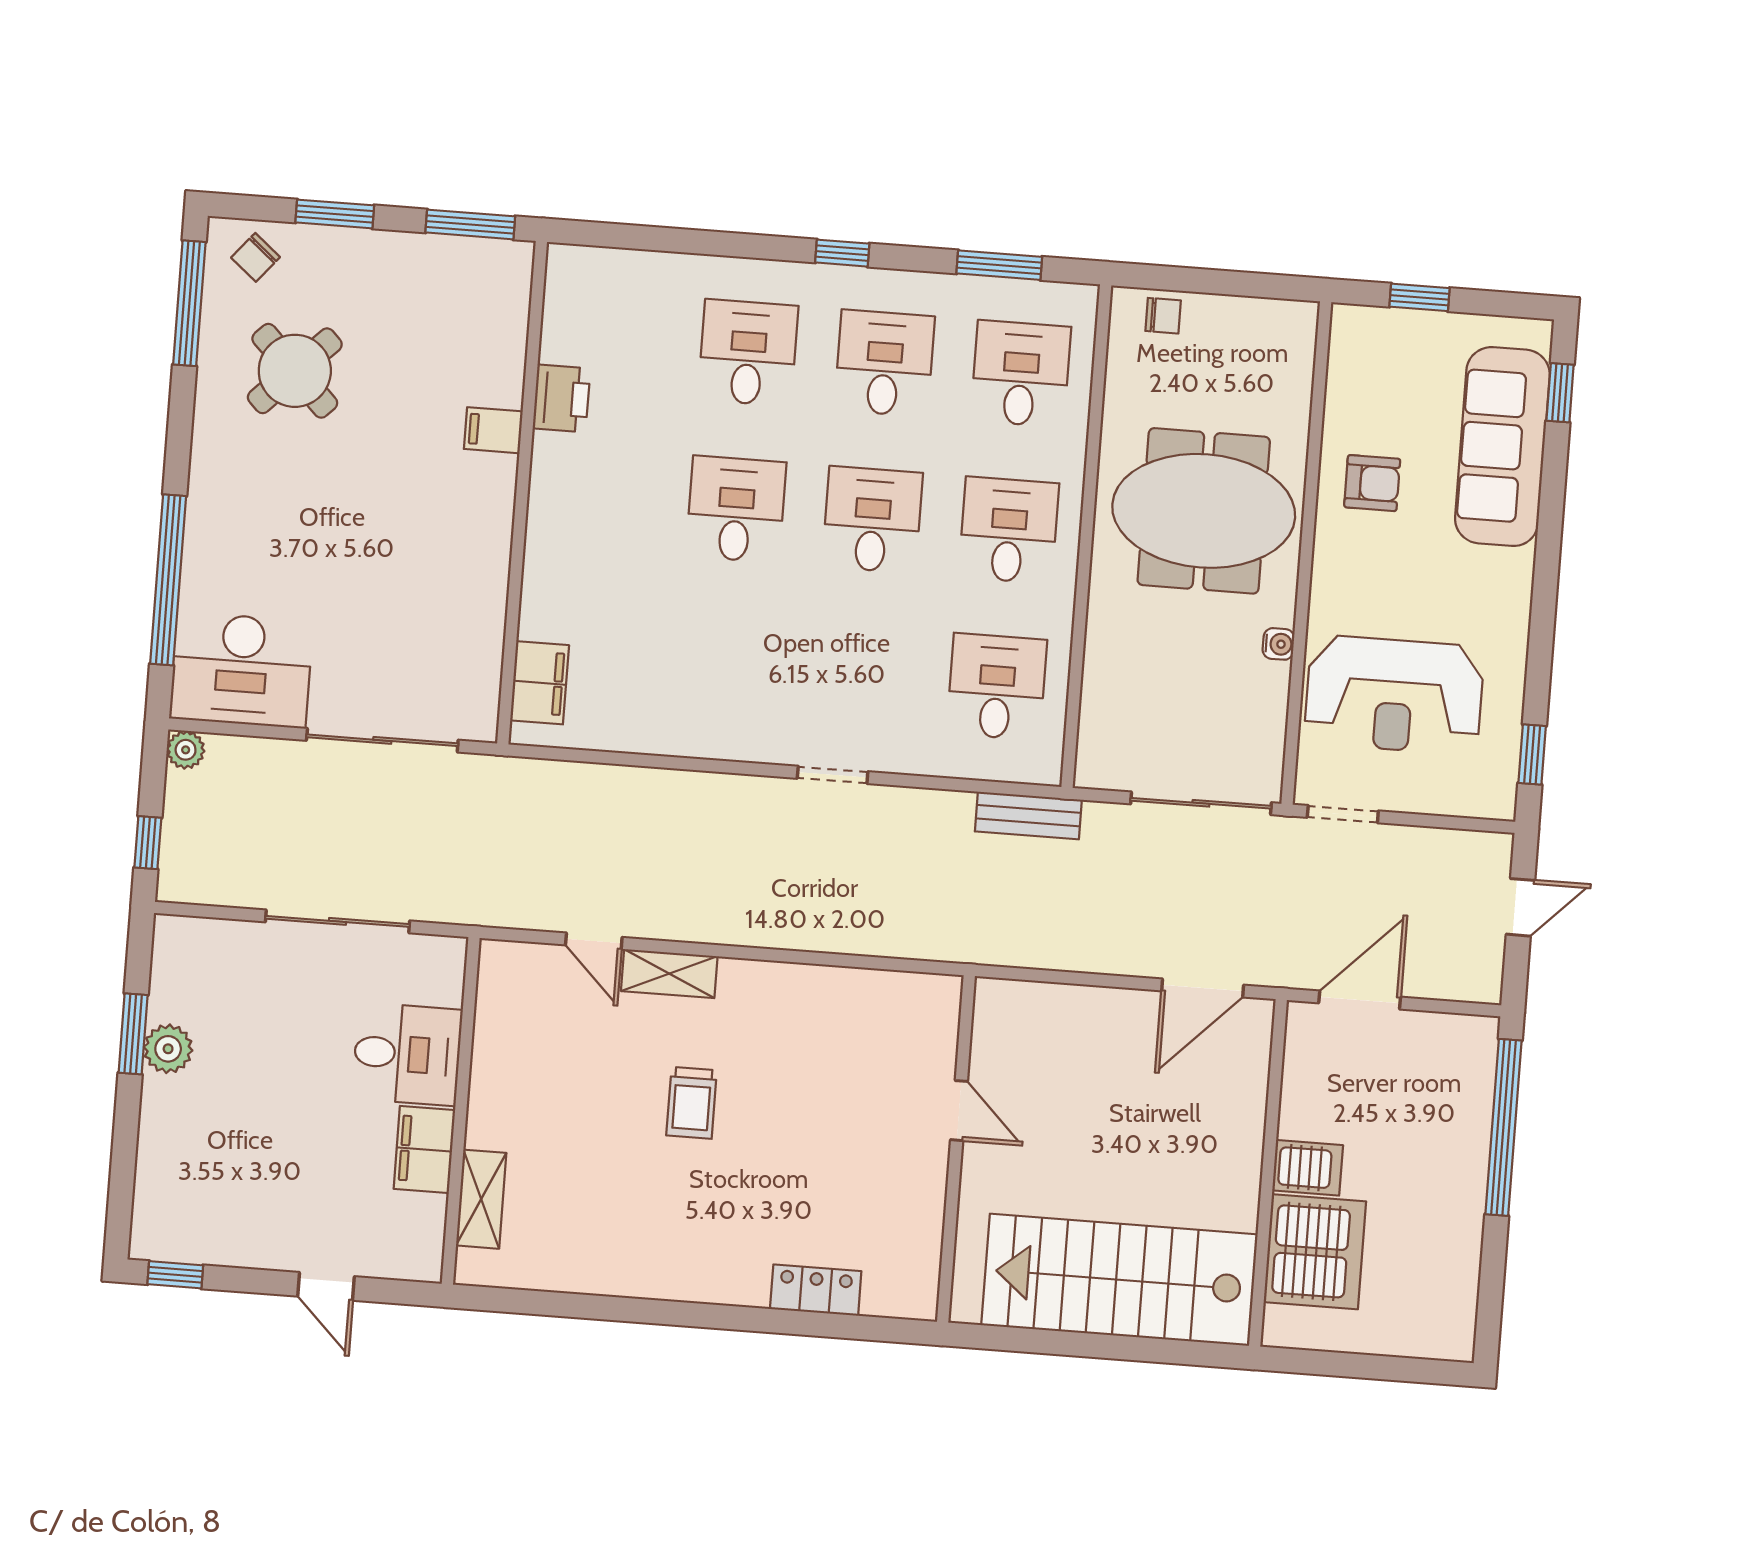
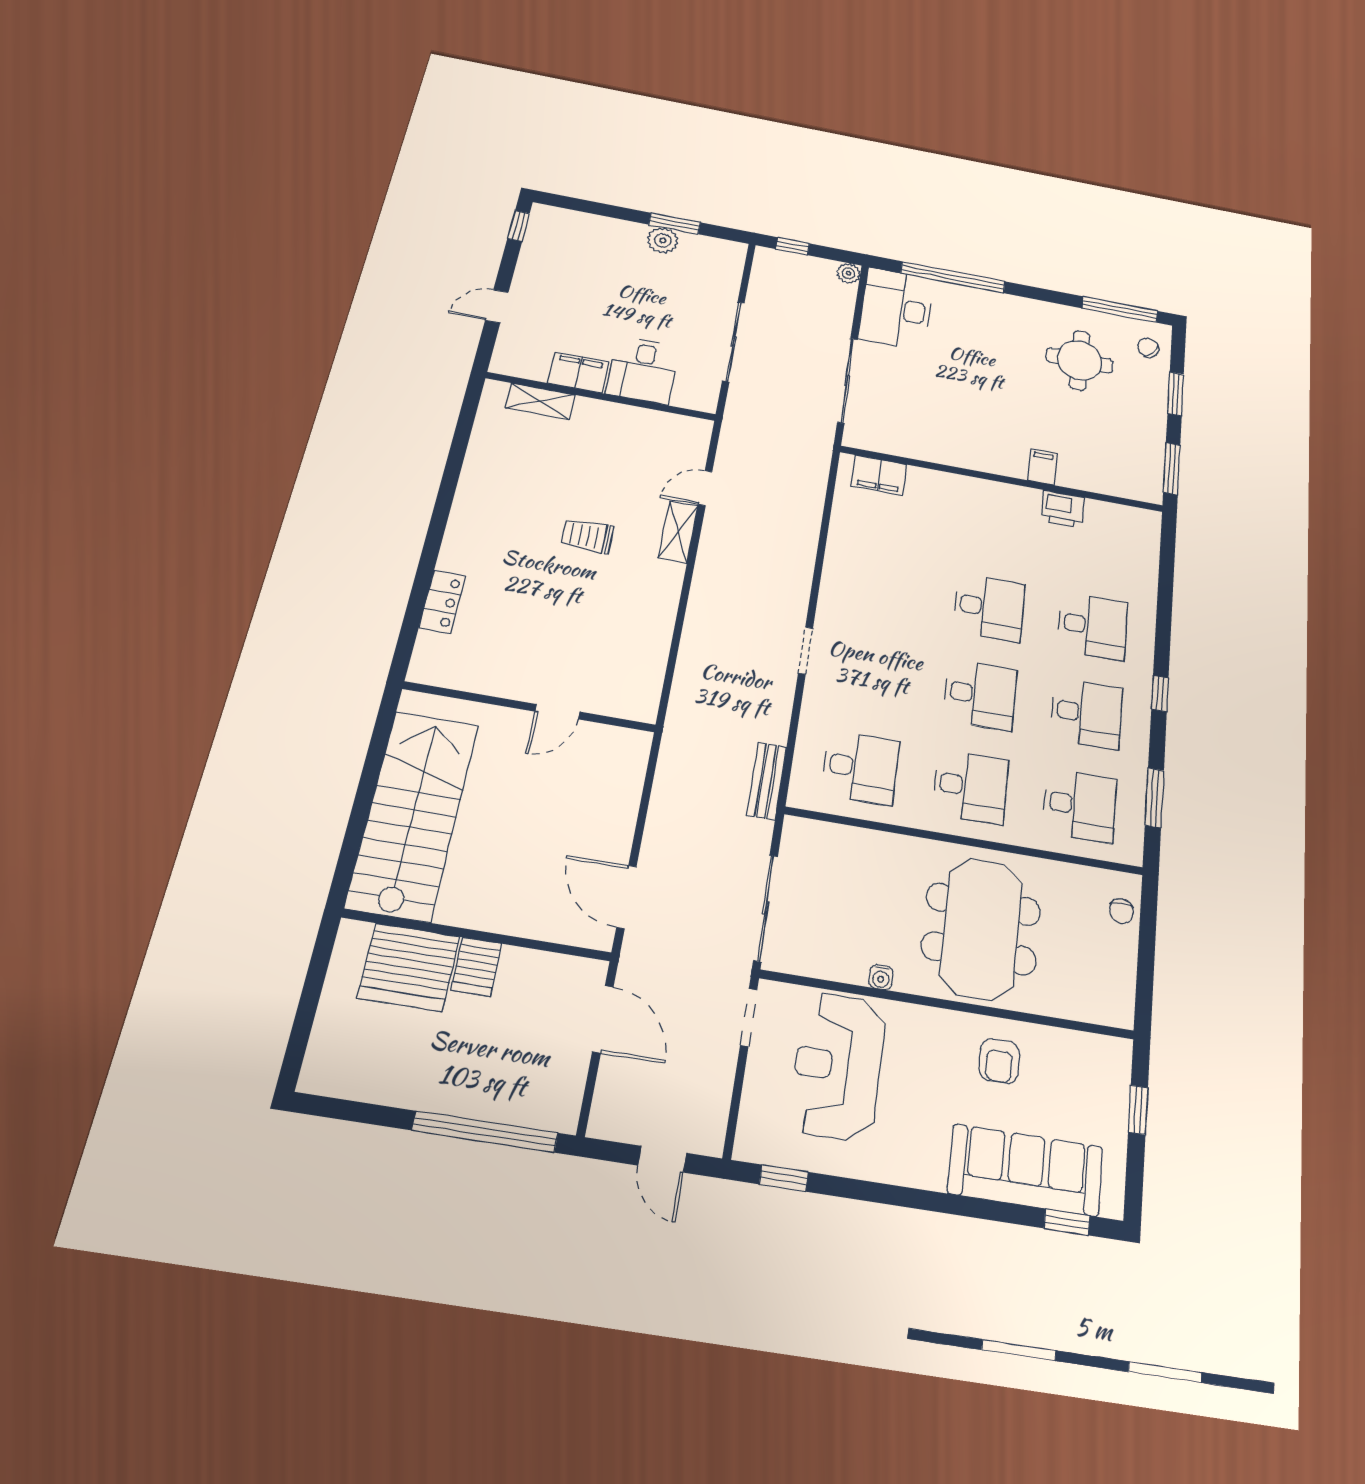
round table: (295, 371) -> (1080, 360), turned 45

